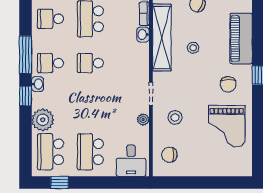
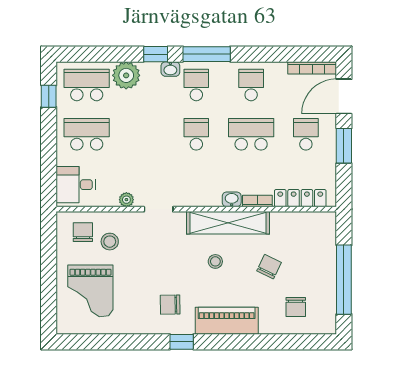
stool: (175, 117) -> (110, 242), moved
grand piano: (227, 126) -> (90, 291), moved, turned -90

